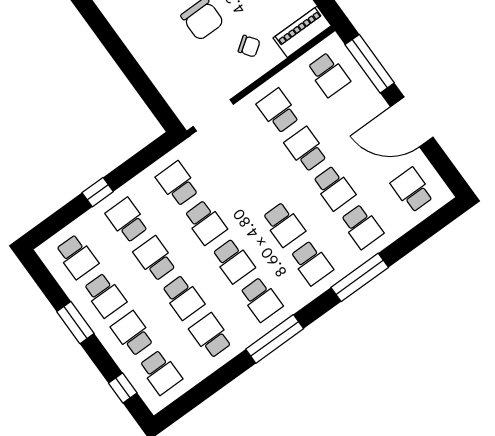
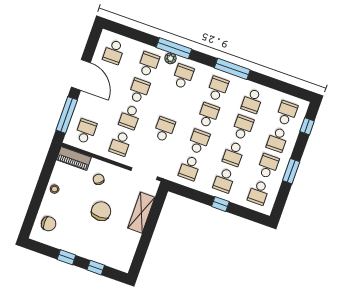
shelving: (162, 74) -> (141, 213), added
school desk: (284, 224) -> (164, 129), moved
school desk: (77, 257) -> (259, 193), turned 180
plant: (349, 263) -> (171, 58), added

